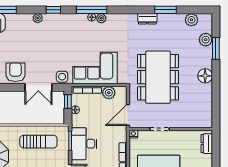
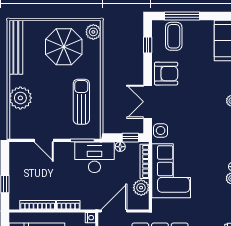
door: (128, 115) -> (114, 211), hinge flipped
sun lounger: (38, 142) -> (81, 102), turned 180
desk: (84, 144) -> (94, 157), moved

